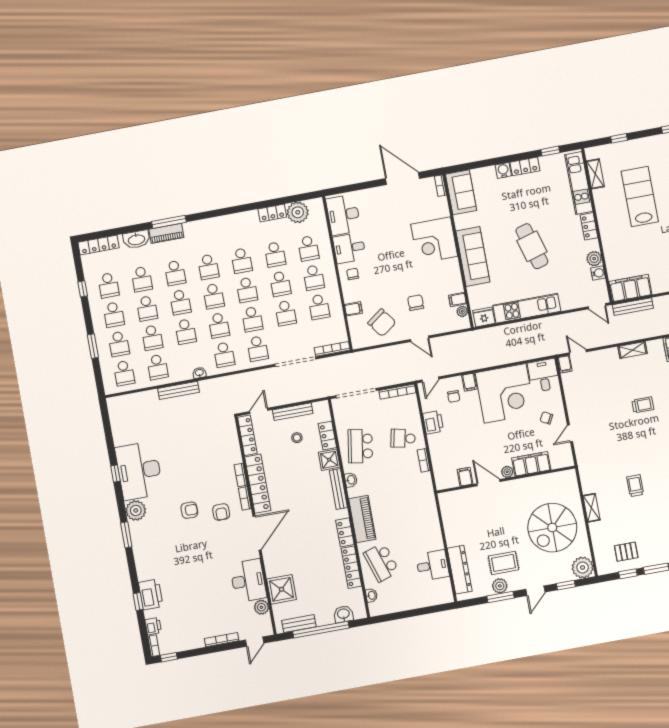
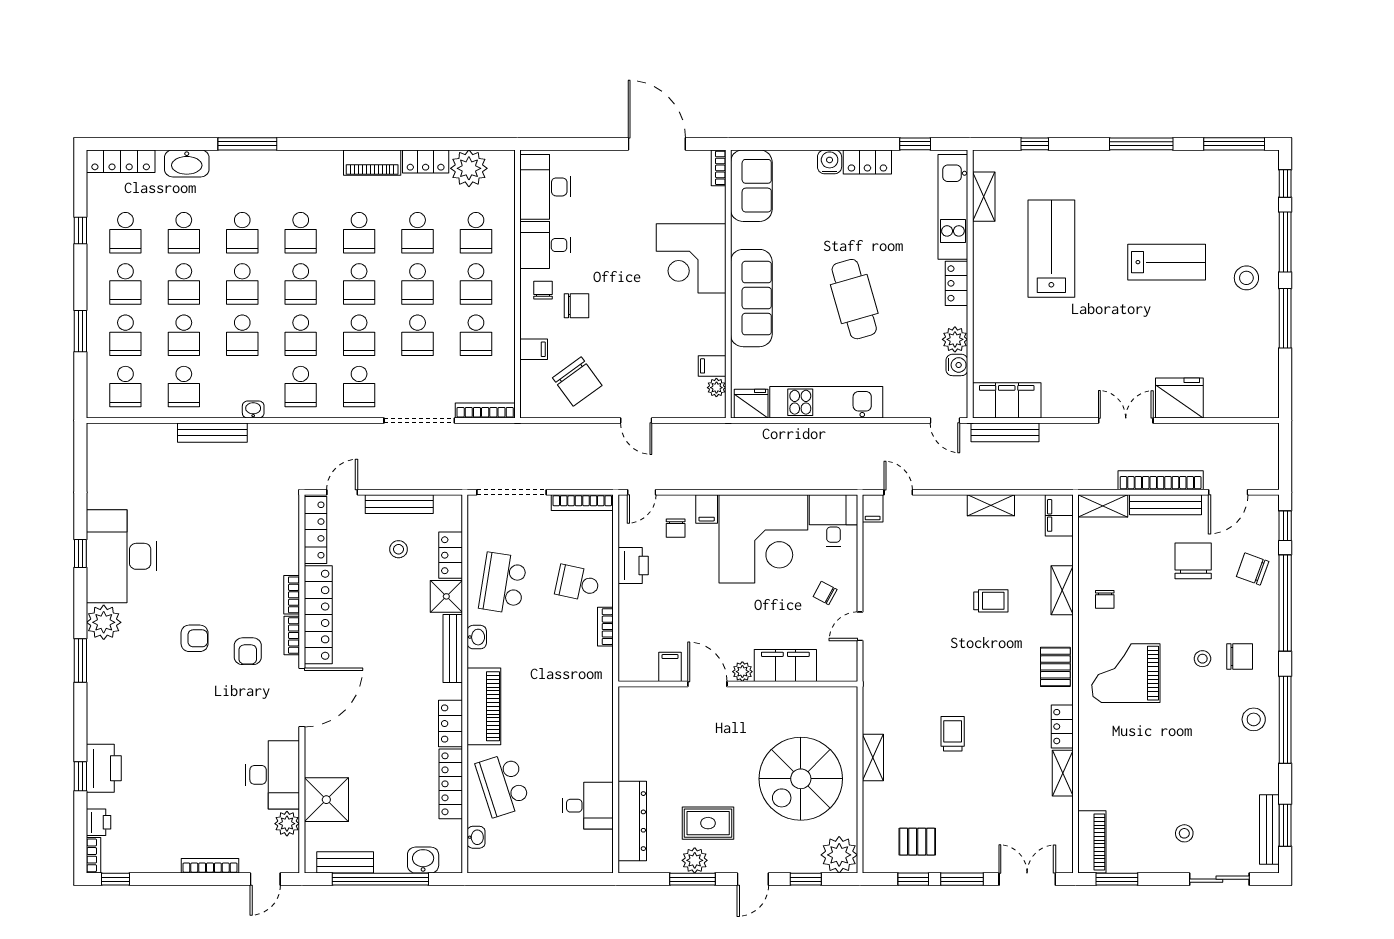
piano: (166, 233) -> (372, 163), moved
chair: (416, 303) -> (577, 306), moved, turned 90

